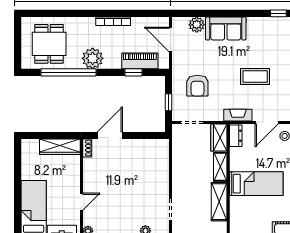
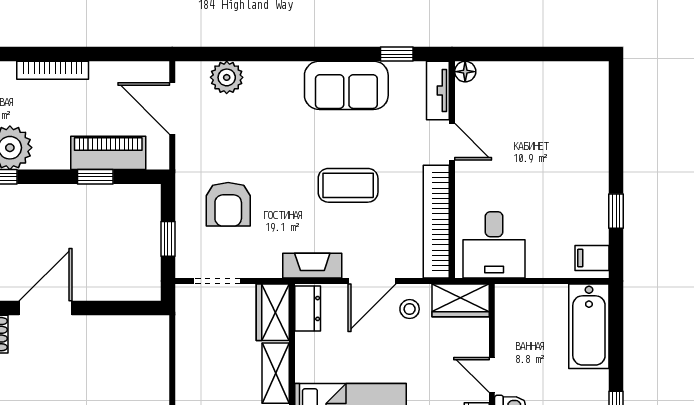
sofa: (226, 28) -> (346, 85), moved

